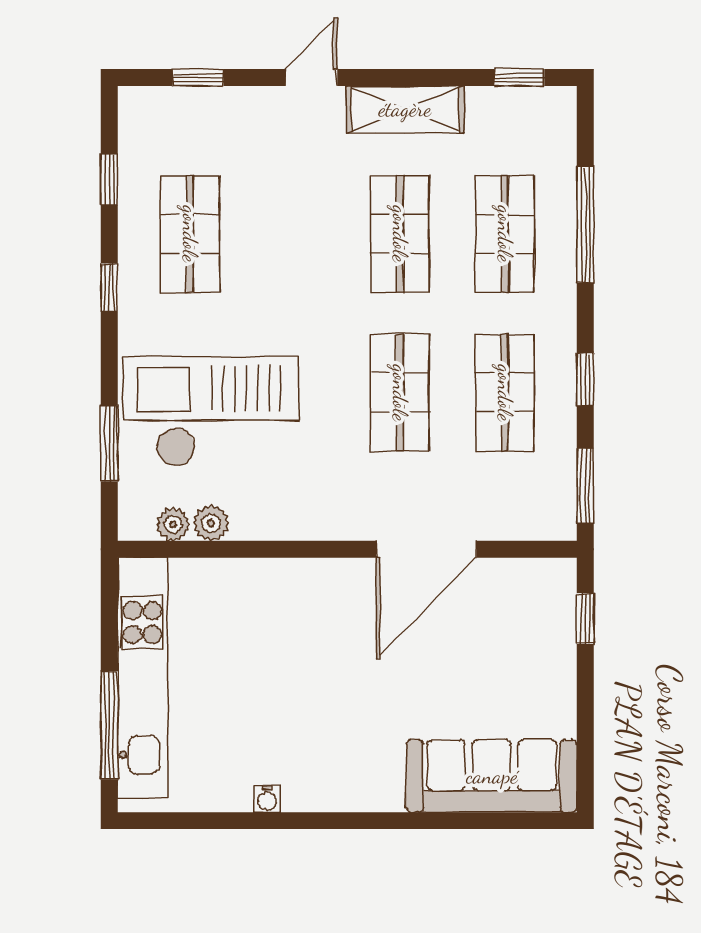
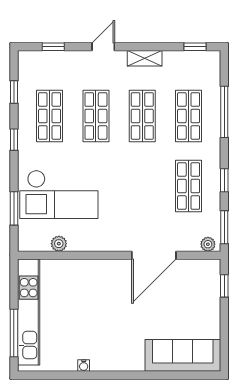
shelving: (405, 109) -> (145, 58), width x0.67, depth x0.75
shop shelf: (400, 393) -> (96, 116), moved
checkout: (211, 412) -> (59, 194), turned 180
plant: (173, 524) -> (208, 244), moved

